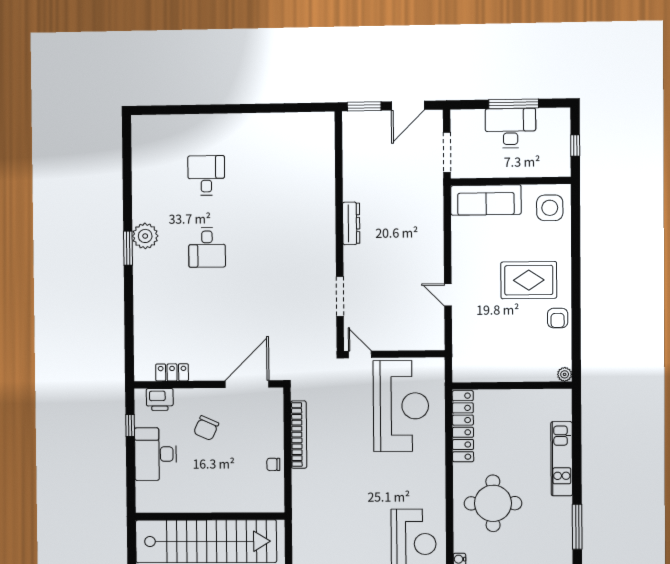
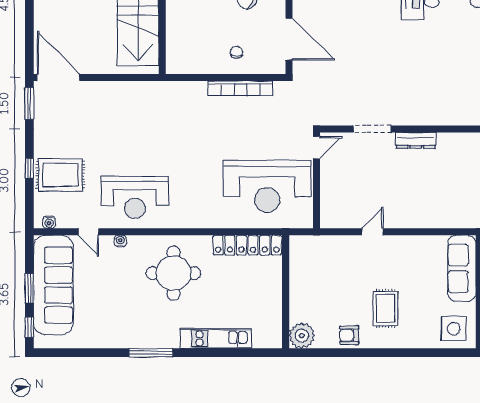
dresser: (351, 223) -> (416, 140), moved
rug: (529, 280) -> (385, 308), width x0.73, depth x0.70
plant: (565, 374) -> (302, 336), width x1.87, depth x1.87
chair: (273, 464) -> (237, 52), moved

